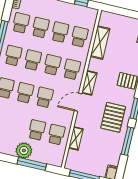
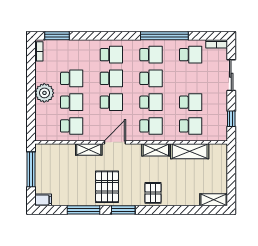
school desk: (40, 28) -> (72, 78), moved
shelving: (89, 83) -> (156, 150), moved
door: (78, 102) -> (115, 142), hinge flipped
pallet: (113, 117) -> (107, 187), turned 90
shelving: (76, 138) -> (89, 149), moved
window: (32, 164) -> (31, 106), removed

